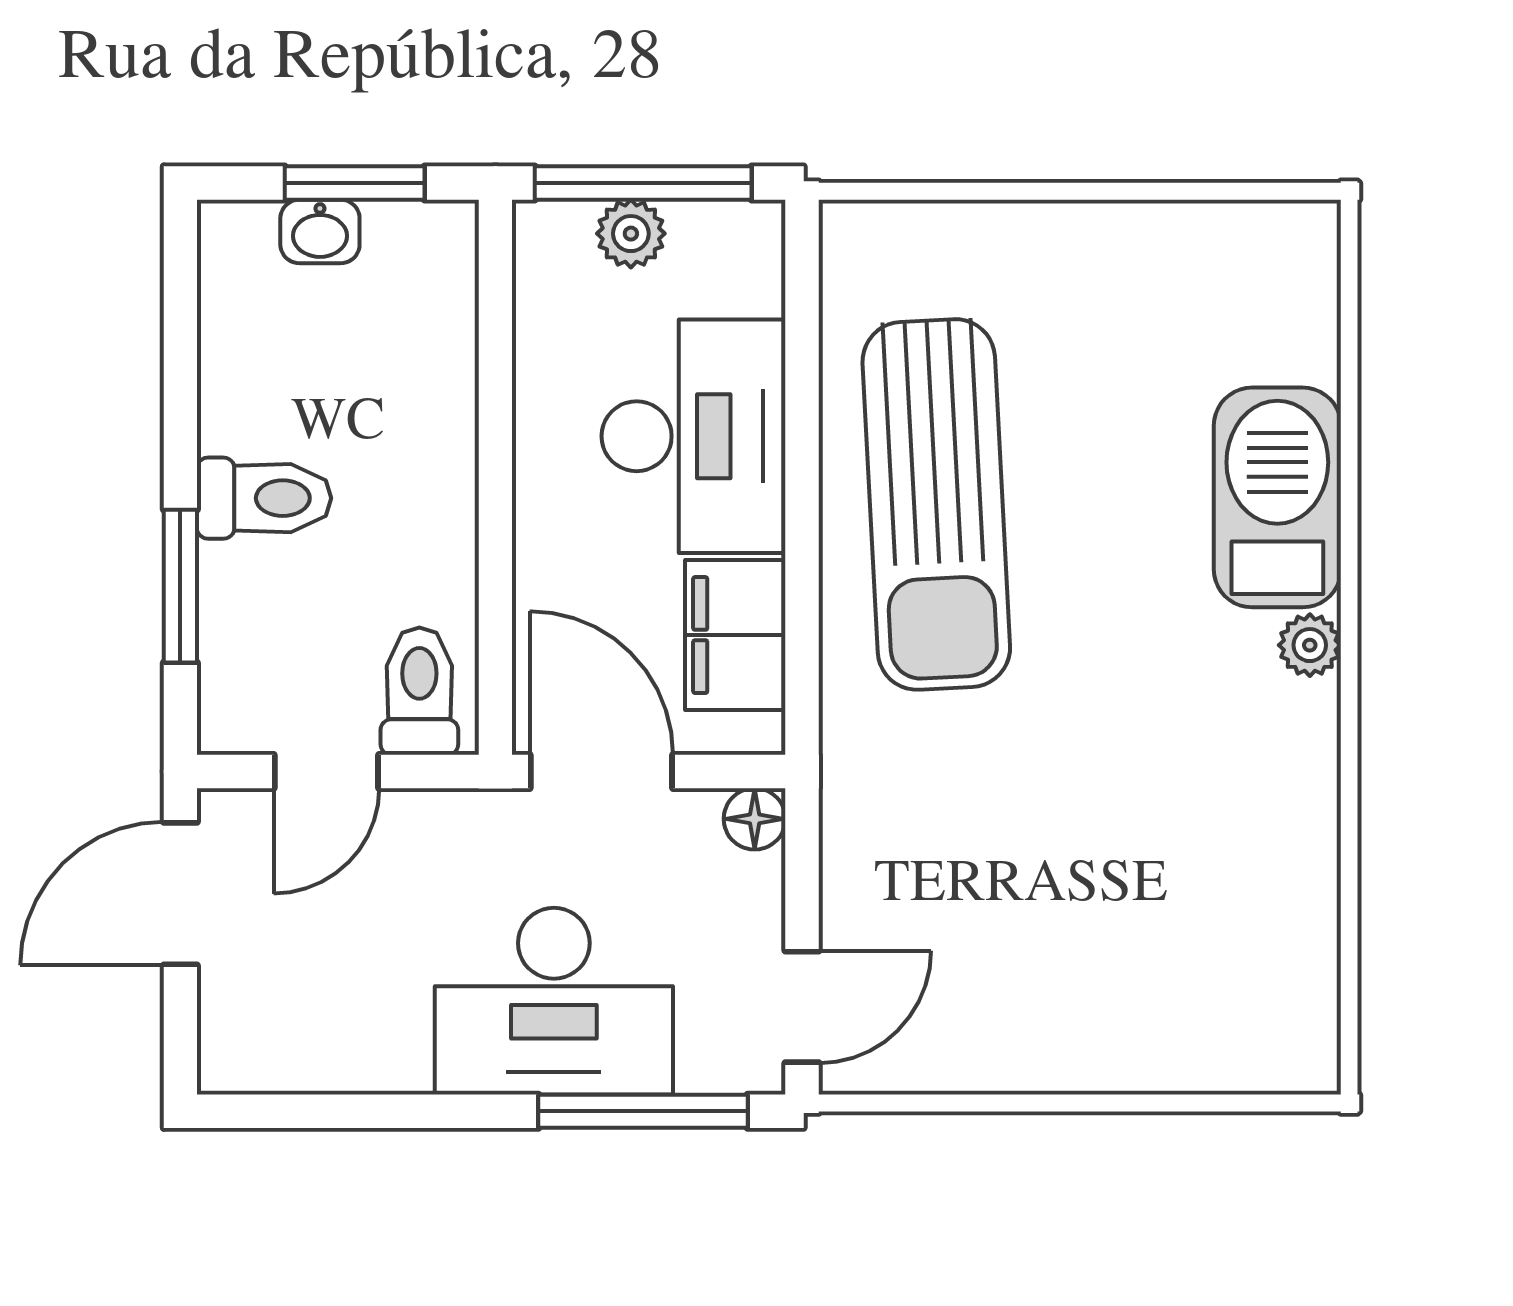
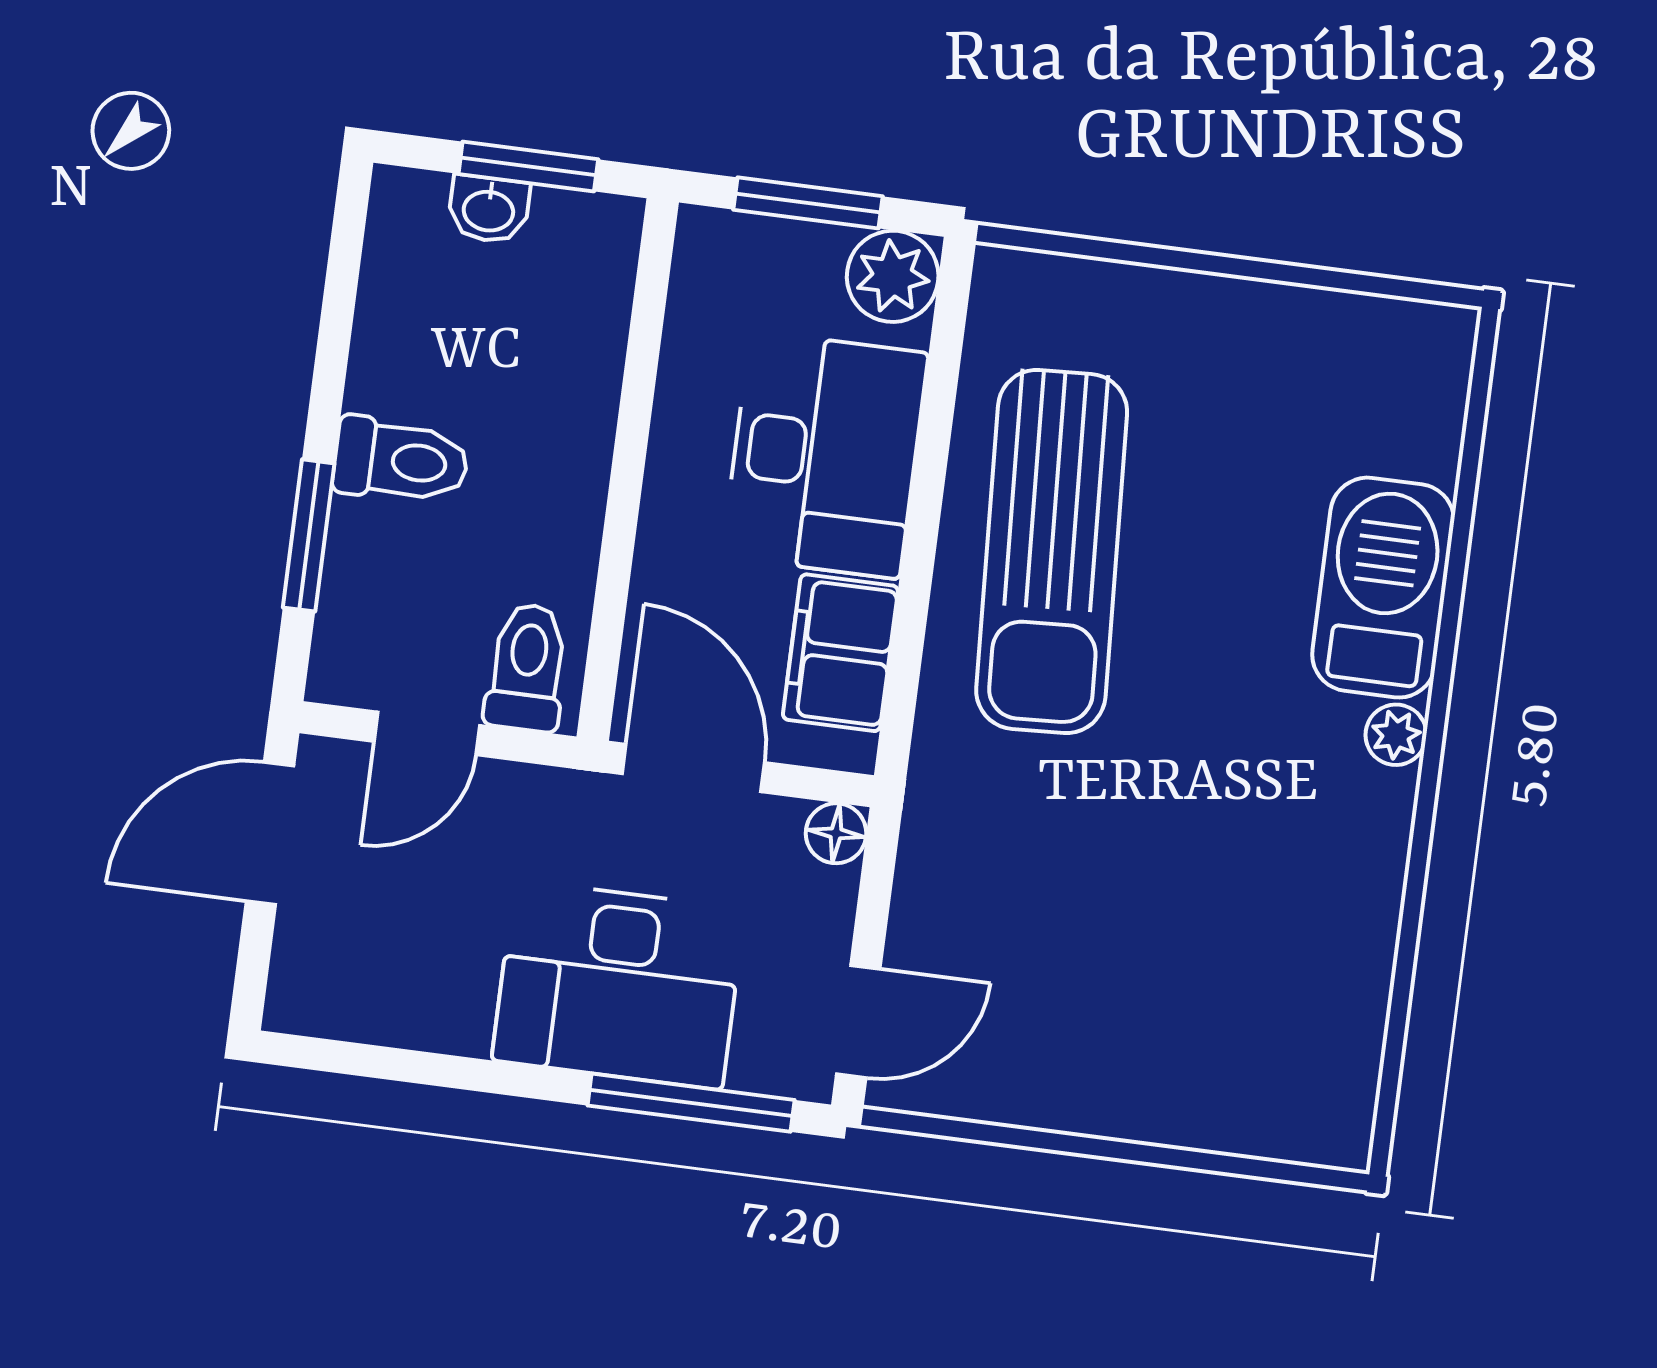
window: (643, 183) -> (808, 203), width x0.69
plant: (631, 234) -> (893, 276), moved, width x1.38, depth x1.38

